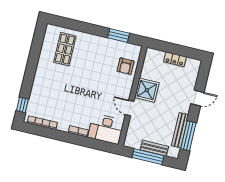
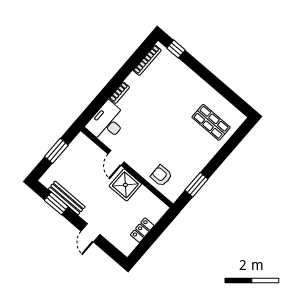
door: (130, 108) -> (116, 158), swing flipped
window: (188, 136) -> (56, 203), width x0.69
bench: (154, 148) -> (62, 162), removed
window: (148, 157) -> (56, 151), width x0.69

